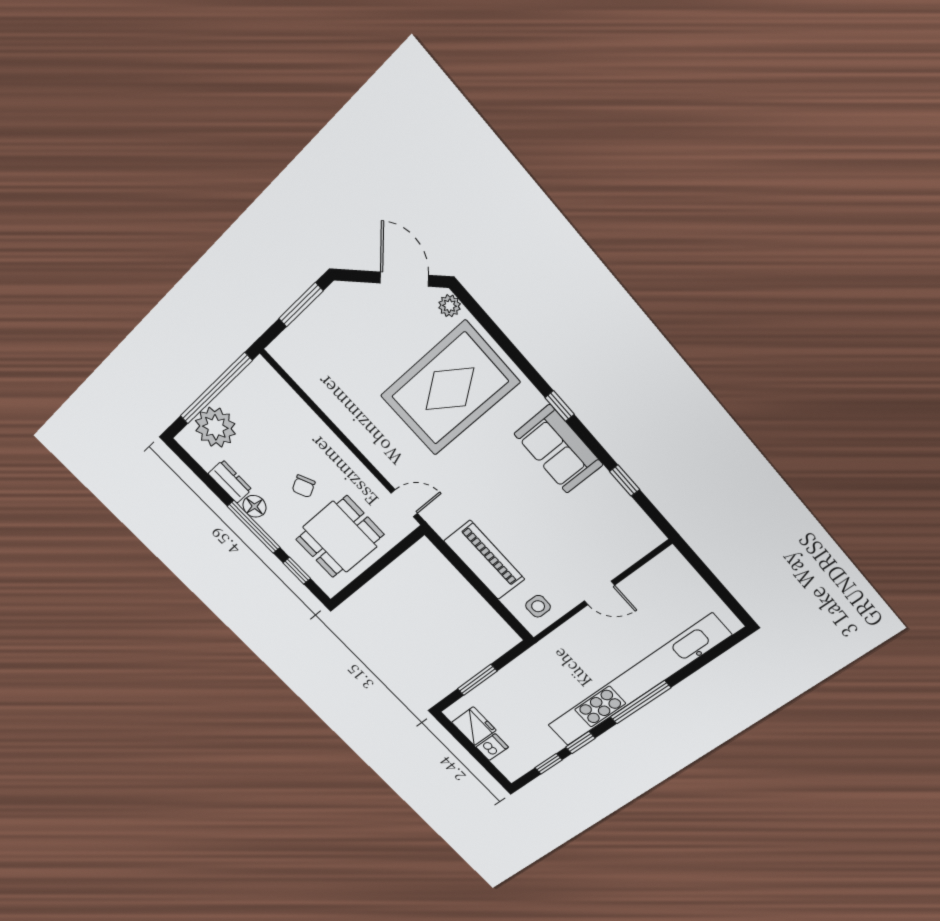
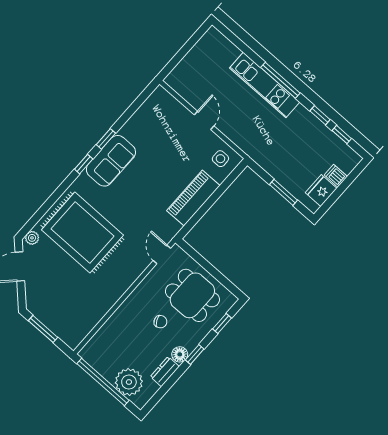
window: (625, 480) -> (106, 139), moved
window: (254, 527) -> (195, 354), width x0.46
kitchen unit: (637, 681) -> (265, 85), width x0.54

